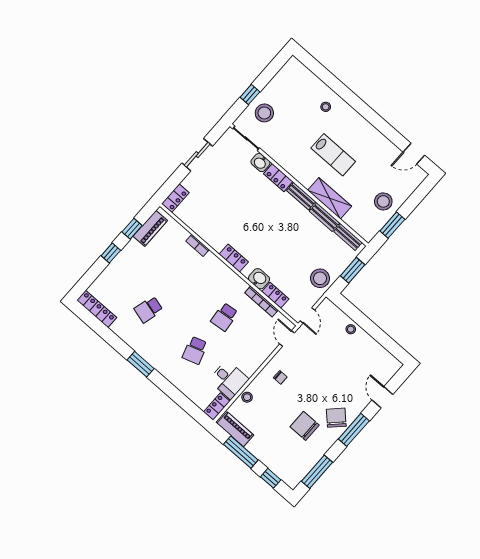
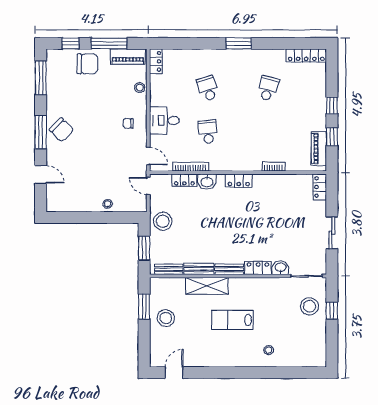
desk: (229, 380) -> (164, 120), moved
chair: (305, 426) -> (87, 64), moved

